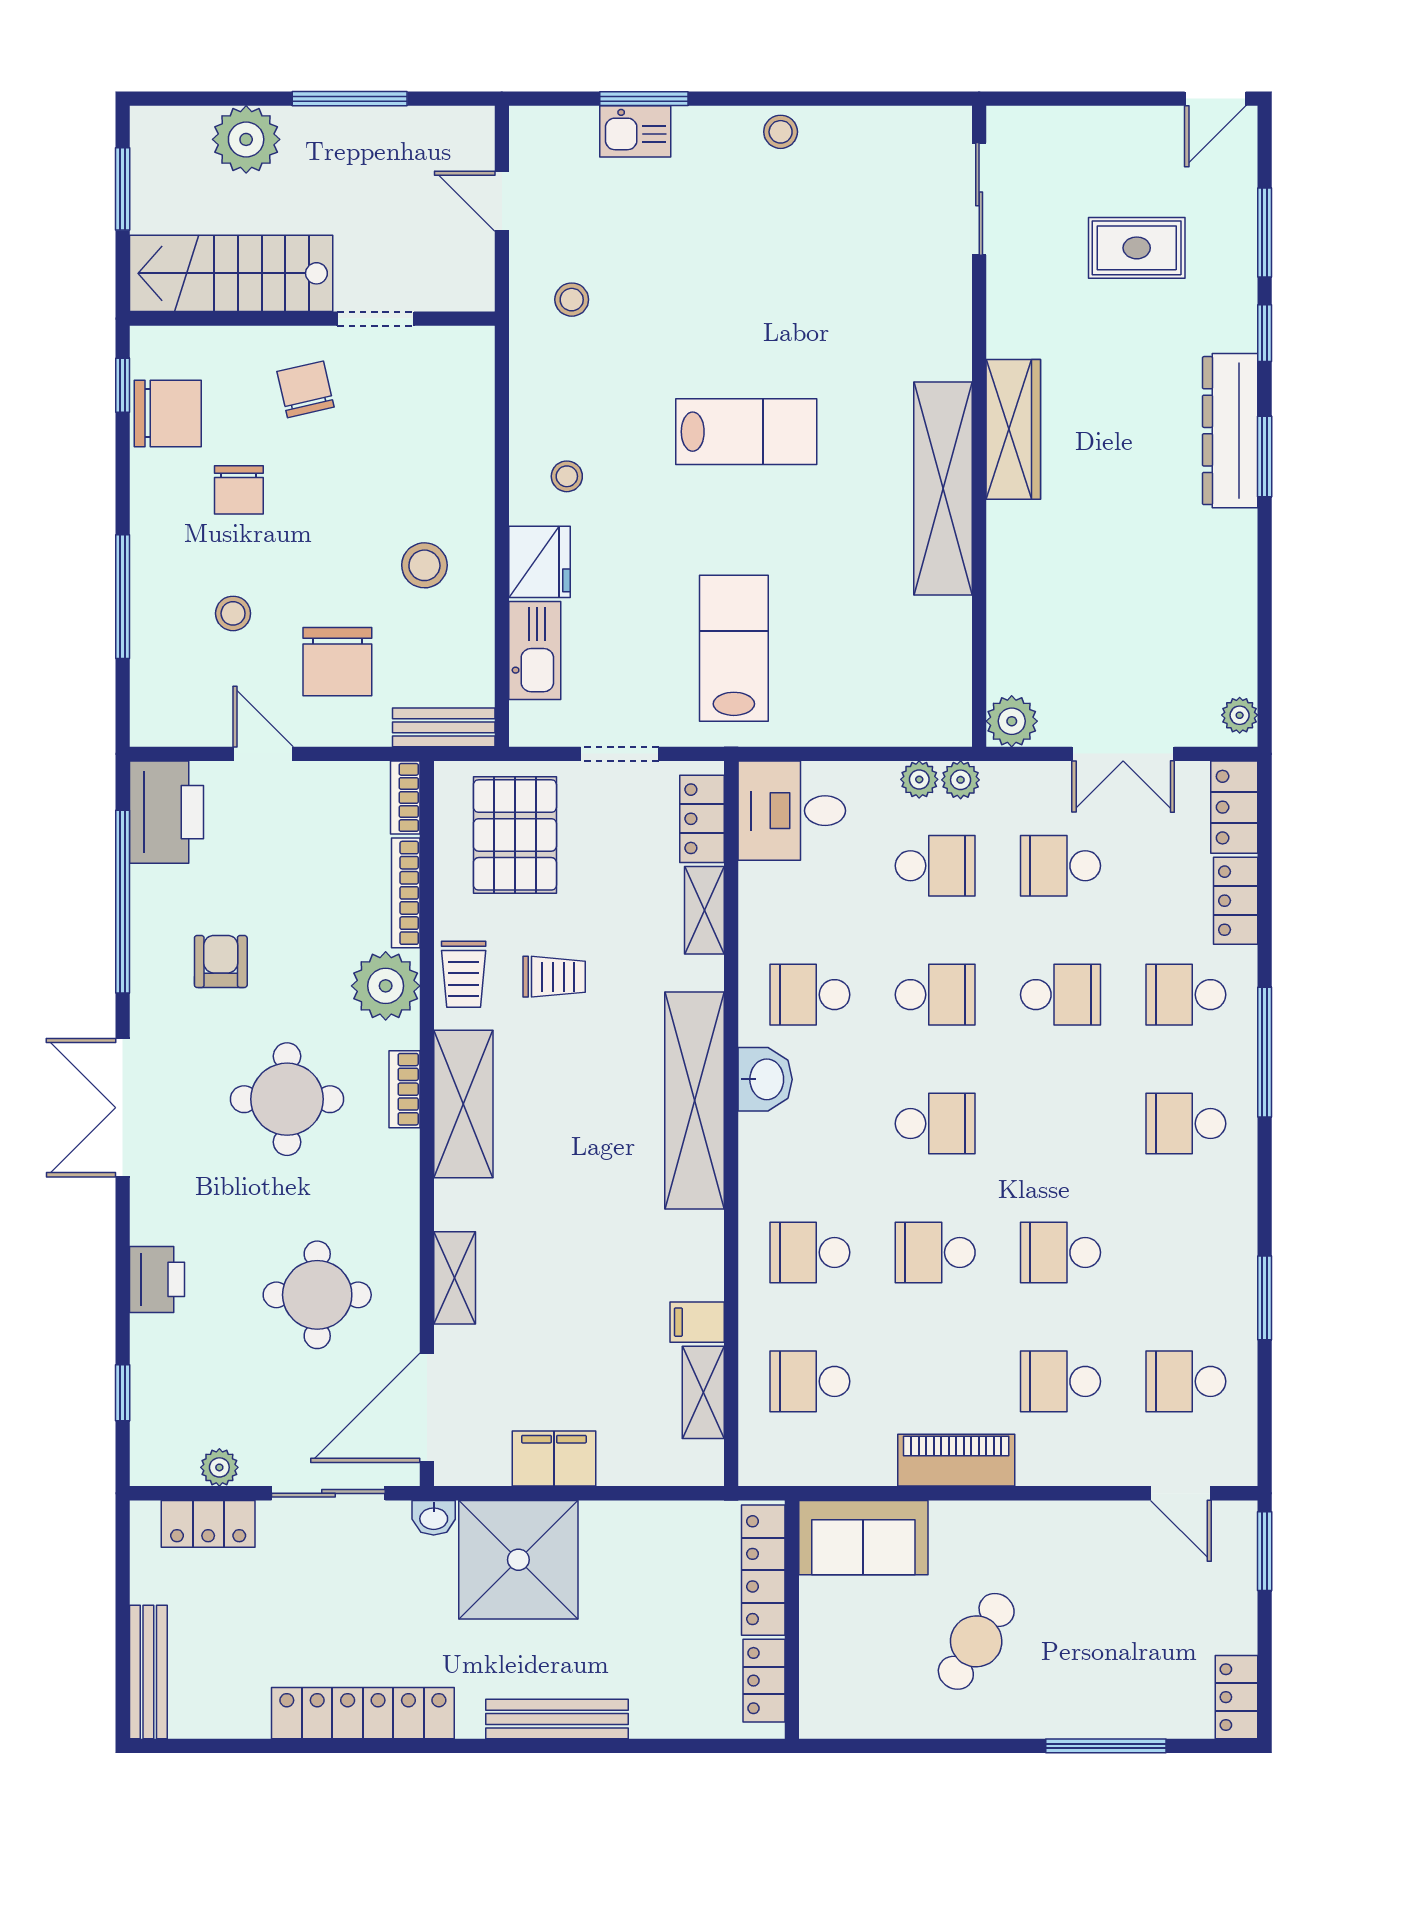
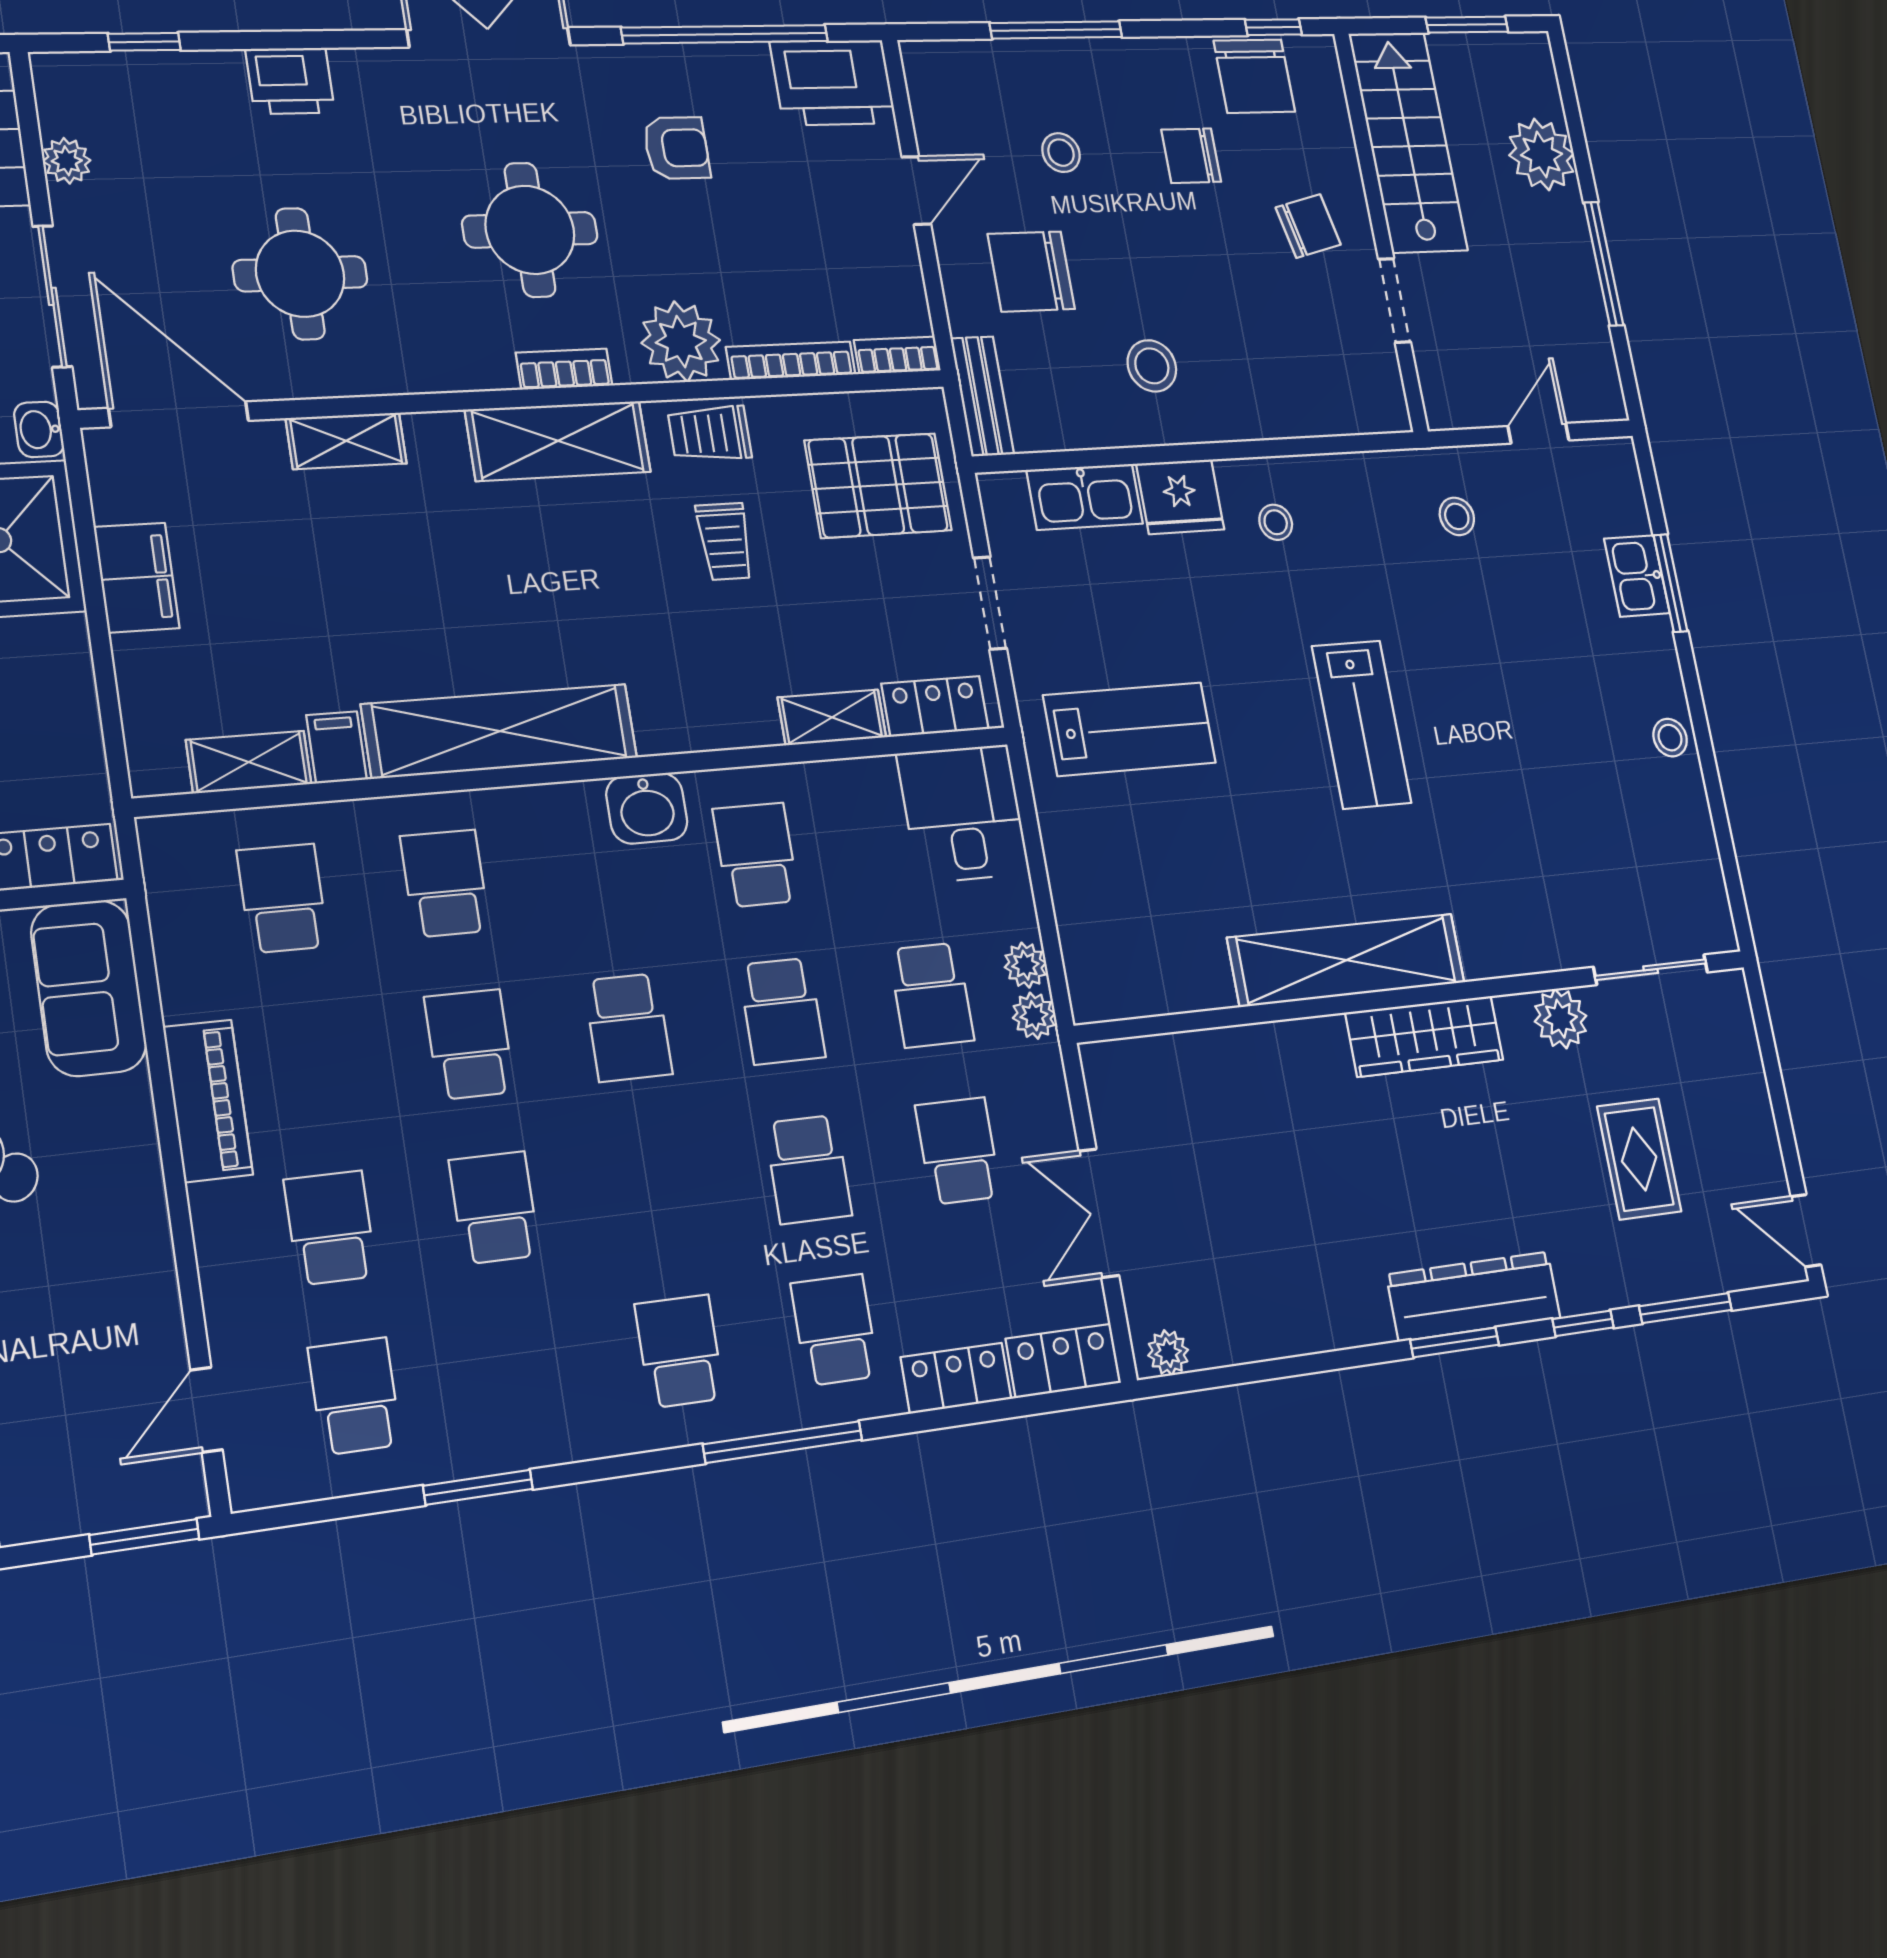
plant: (1012, 721) -> (1561, 1019), moved
shelving: (694, 1100) -> (500, 731), moved

